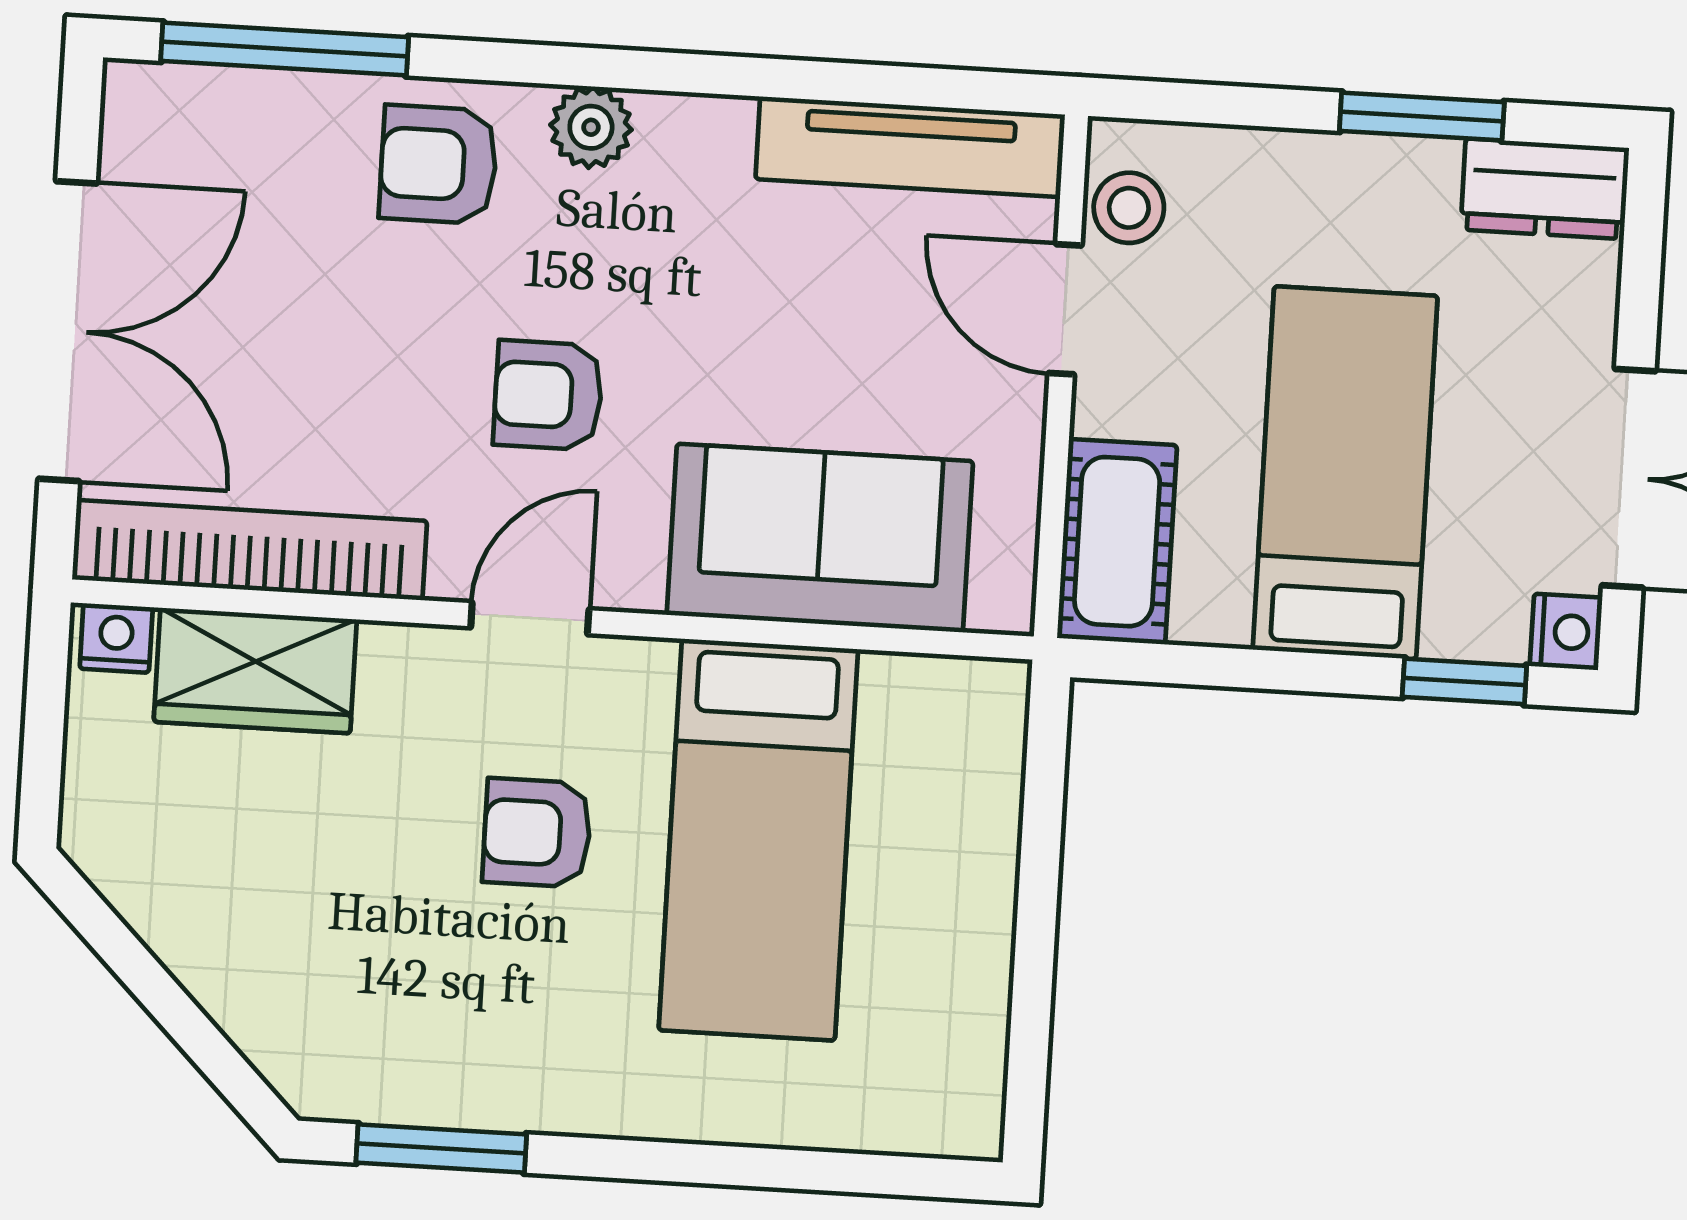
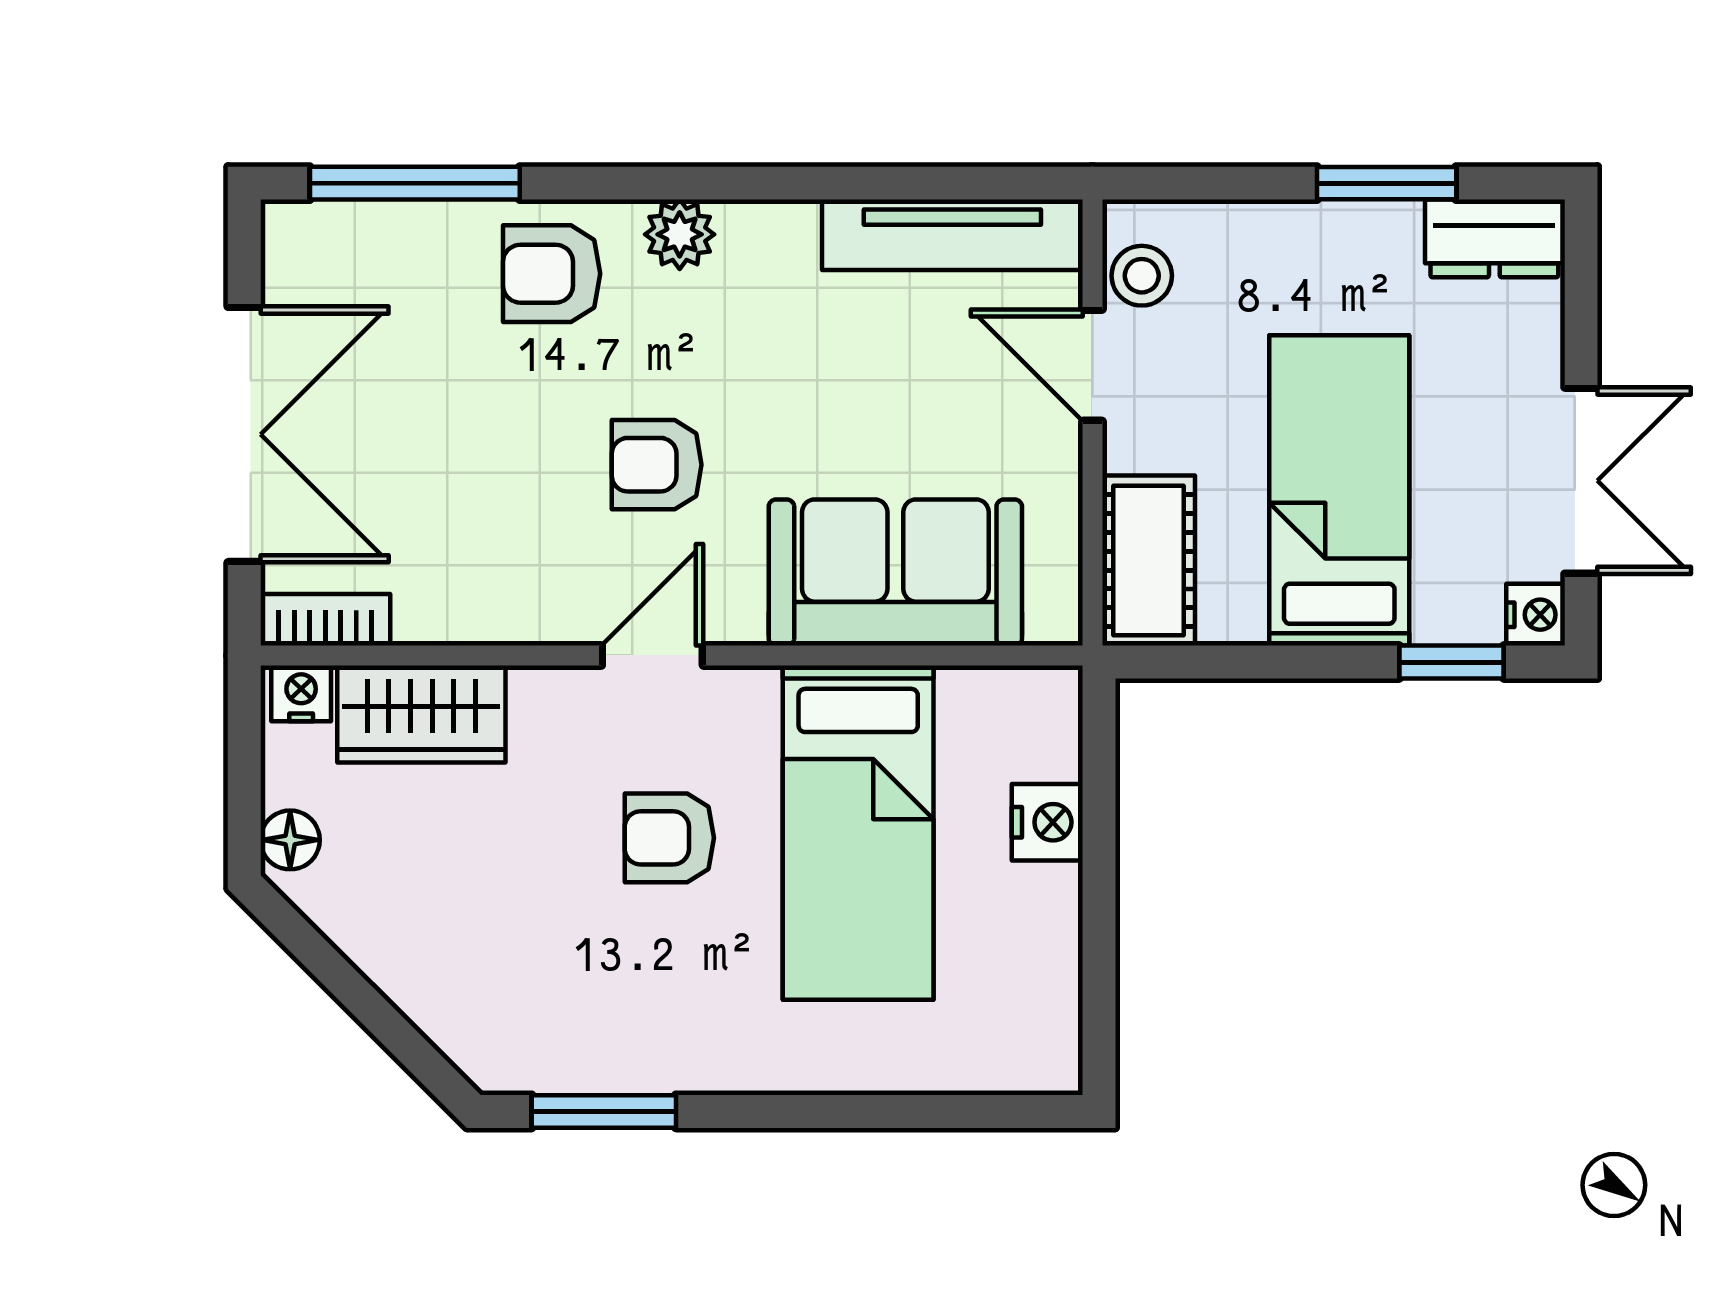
bookcase: (250, 550) -> (325, 620), width x0.43, depth x0.76
floor lamp: (93, 809) -> (290, 840), added
nightstand: (980, 841) -> (1047, 822), added

